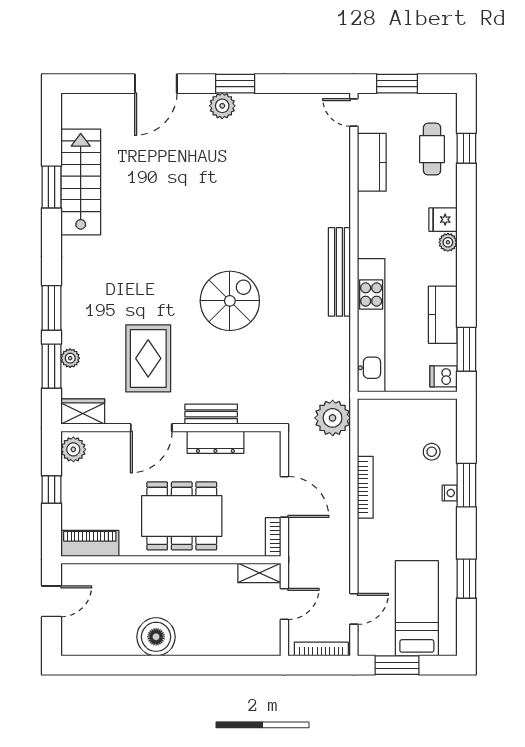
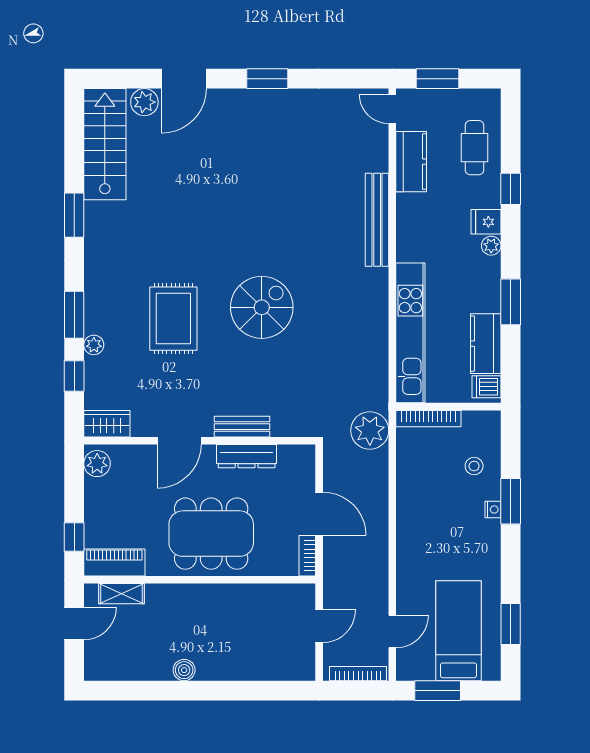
plant: (222, 106) -> (144, 102), moved
window: (466, 148) -> (511, 189), moved
stairs: (81, 182) -> (105, 144), moved
window: (51, 187) -> (74, 215), moved
bench: (339, 272) -> (377, 220), moved
kitchen counter: (443, 315) -> (486, 344), moved
window: (466, 349) -> (511, 302), moved
plant: (70, 358) -> (94, 345), moved
rug: (148, 358) -> (173, 319), moved
window: (51, 366) -> (74, 376), width x0.67
bookcase: (365, 487) -> (428, 419), moved, turned 90
window: (51, 490) -> (74, 537), moved
shelving: (259, 573) -> (122, 594), moved
window: (466, 579) -> (511, 624), moved
boiler: (156, 637) -> (184, 670), width x0.54, depth x0.54

